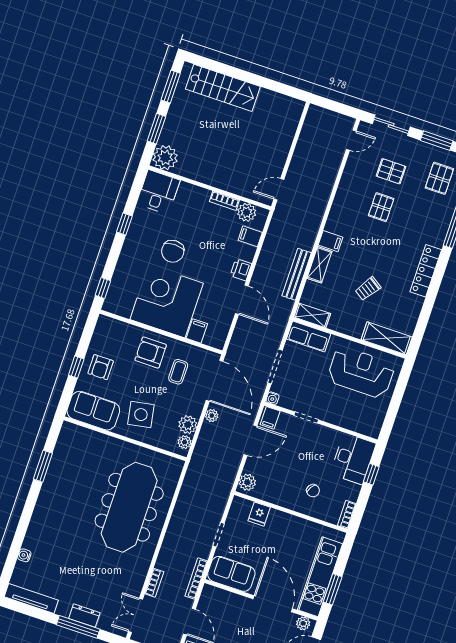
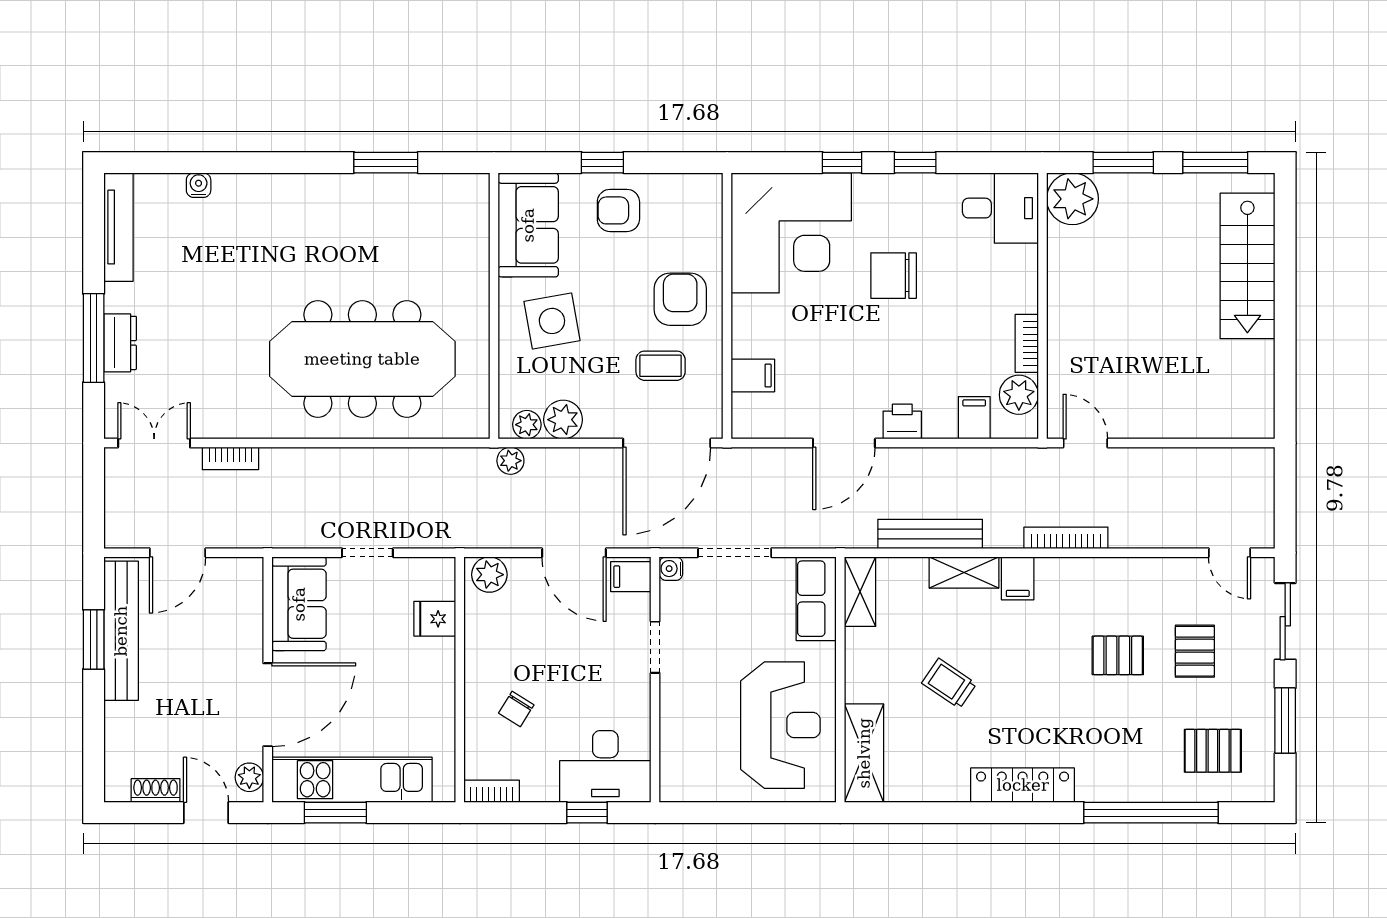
window: (103, 288) -> (842, 163), moved
corner desk: (167, 301) -> (791, 233), moved, turned 90
plant: (212, 416) -> (510, 461), moved
bookcase: (196, 578) -> (1066, 538), moved

